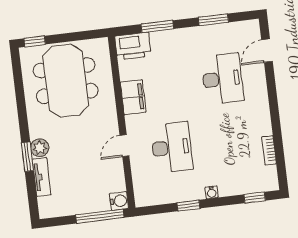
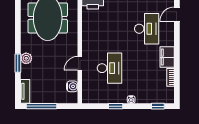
filing cabinet: (133, 97) -> (167, 57), moved, turned 180
tv unit: (42, 177) -> (25, 91), moved
water cooler: (119, 201) -> (72, 86), moved
window: (100, 216) -> (42, 106), moved

